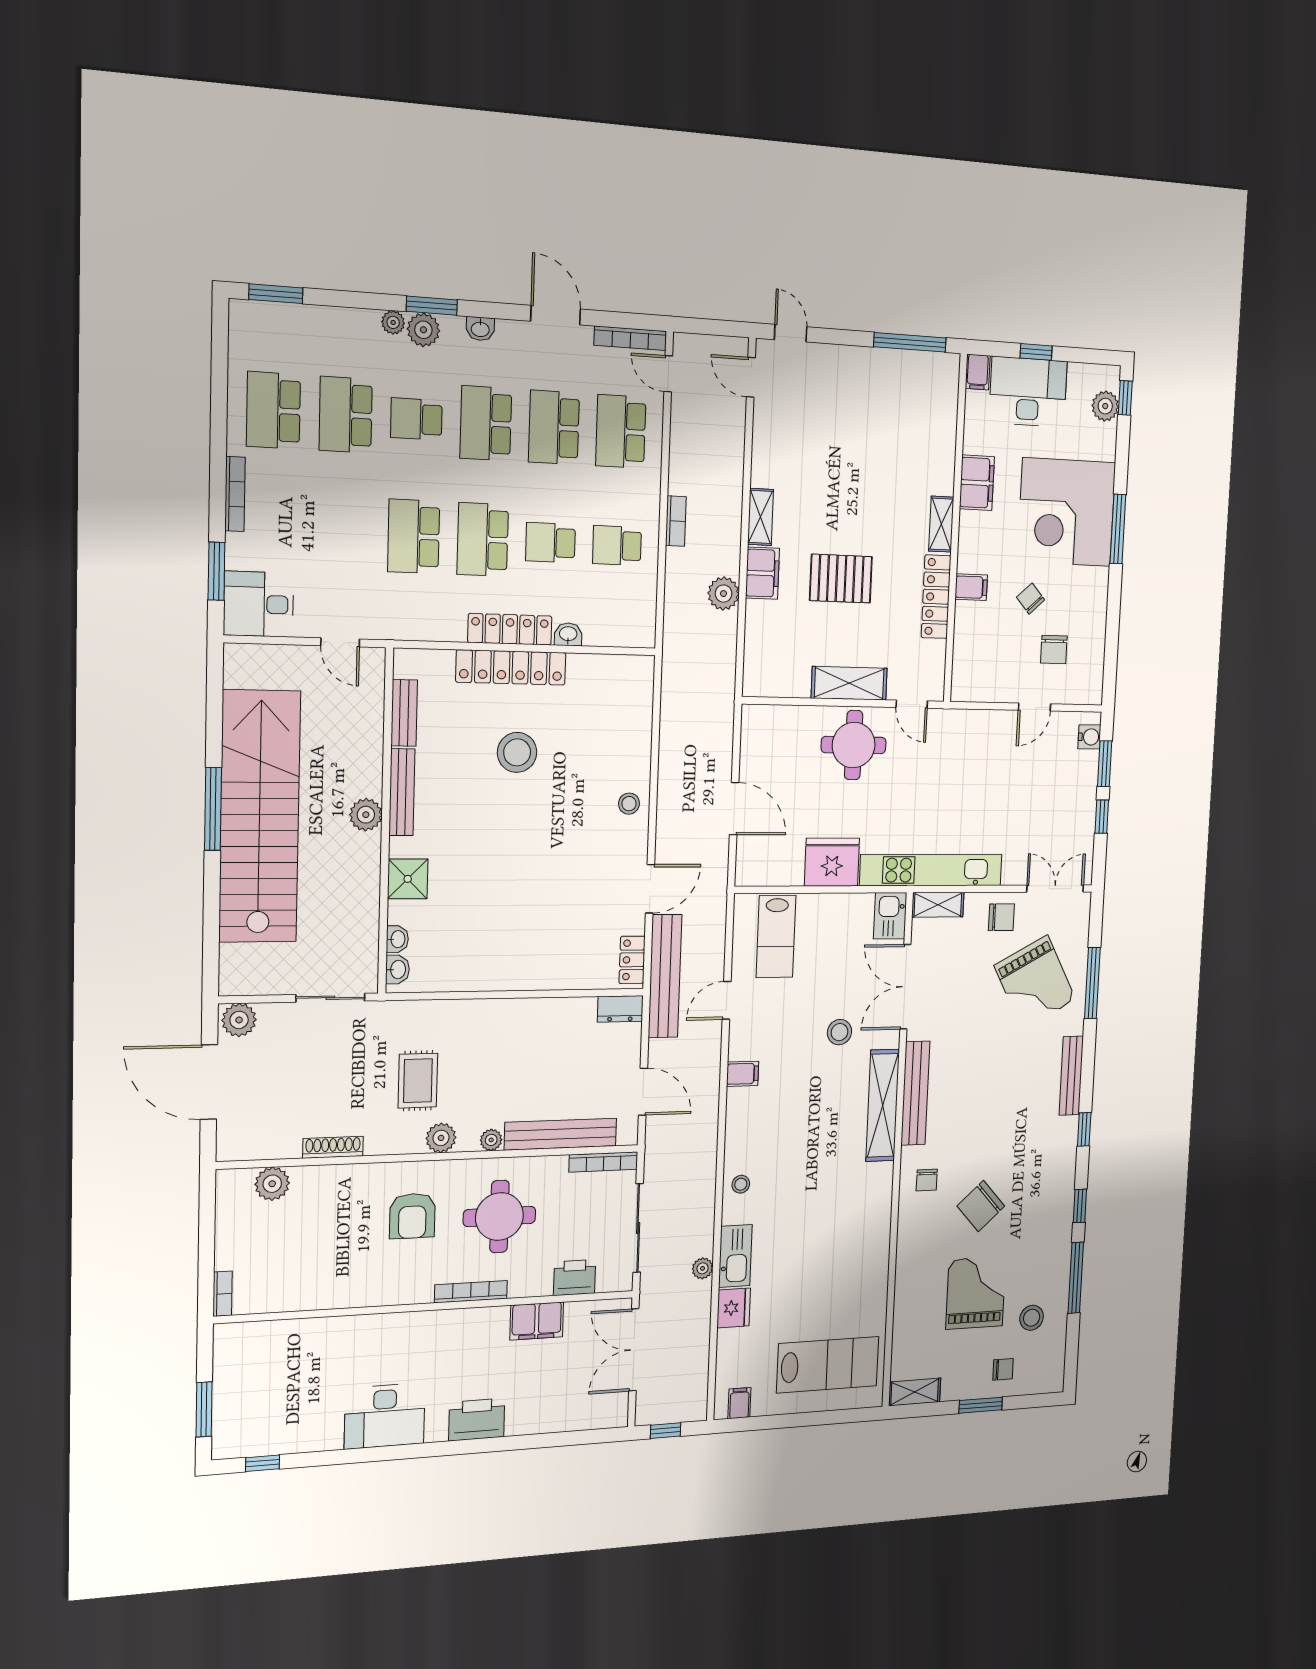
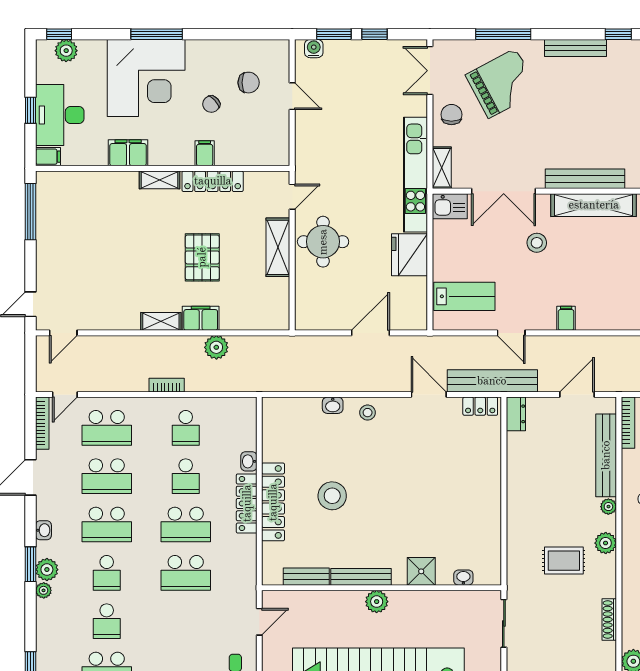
school desk: (346, 415) -> (107, 621), width x0.54
washbasin: (397, 970) -> (333, 405), moved, turned 180

